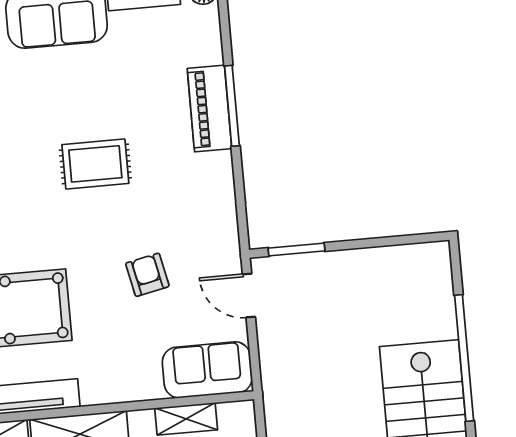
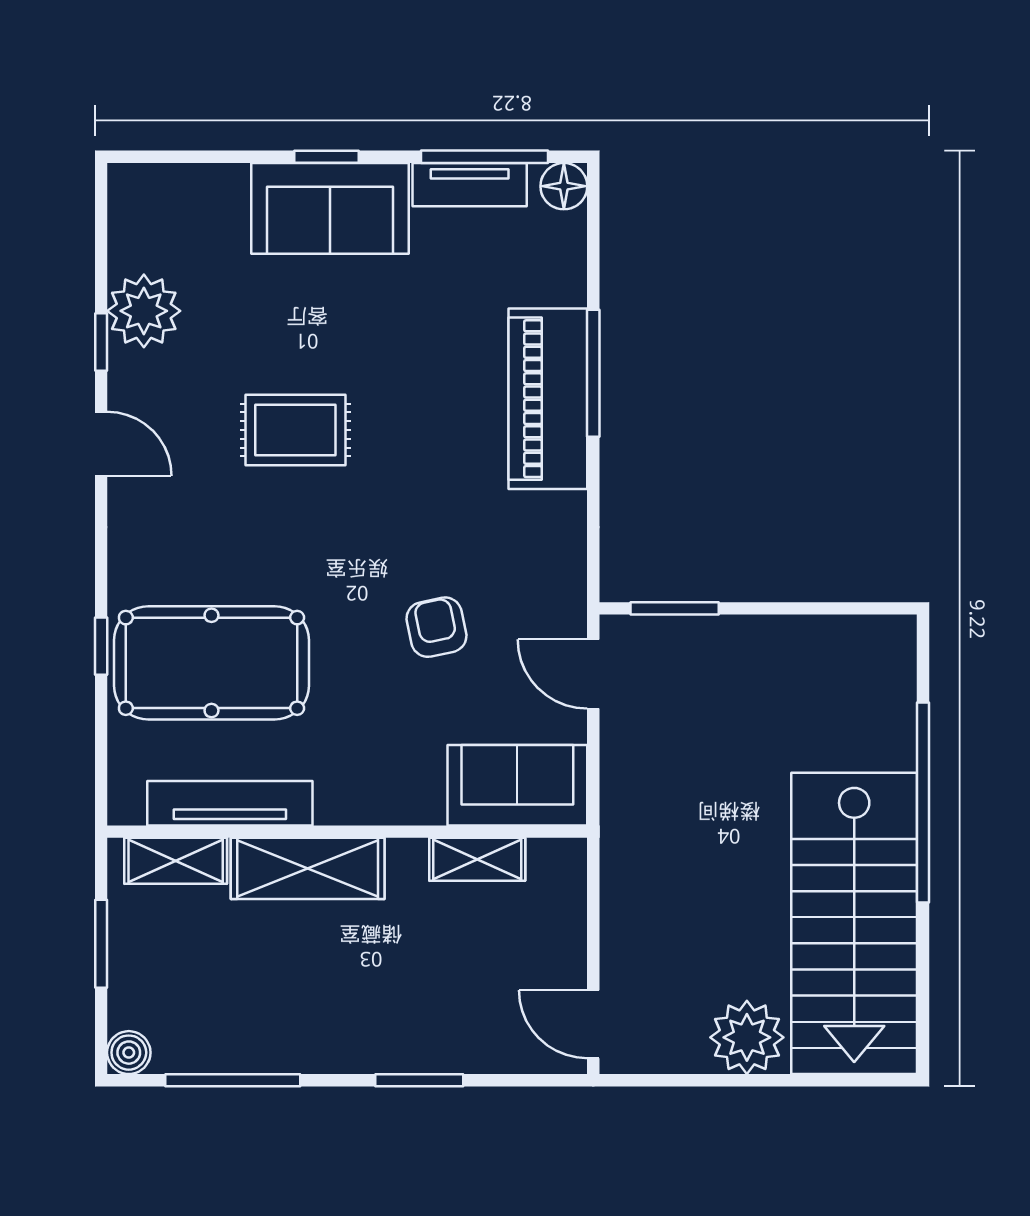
piano: (210, 109) -> (548, 399), width x1.37, depth x1.33
rug: (95, 164) -> (295, 430), moved

